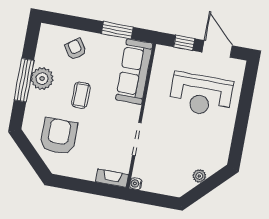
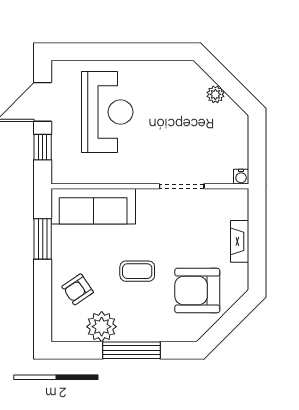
plant: (42, 79) -> (102, 327), moved
fireplace: (112, 178) -> (240, 241), moved

